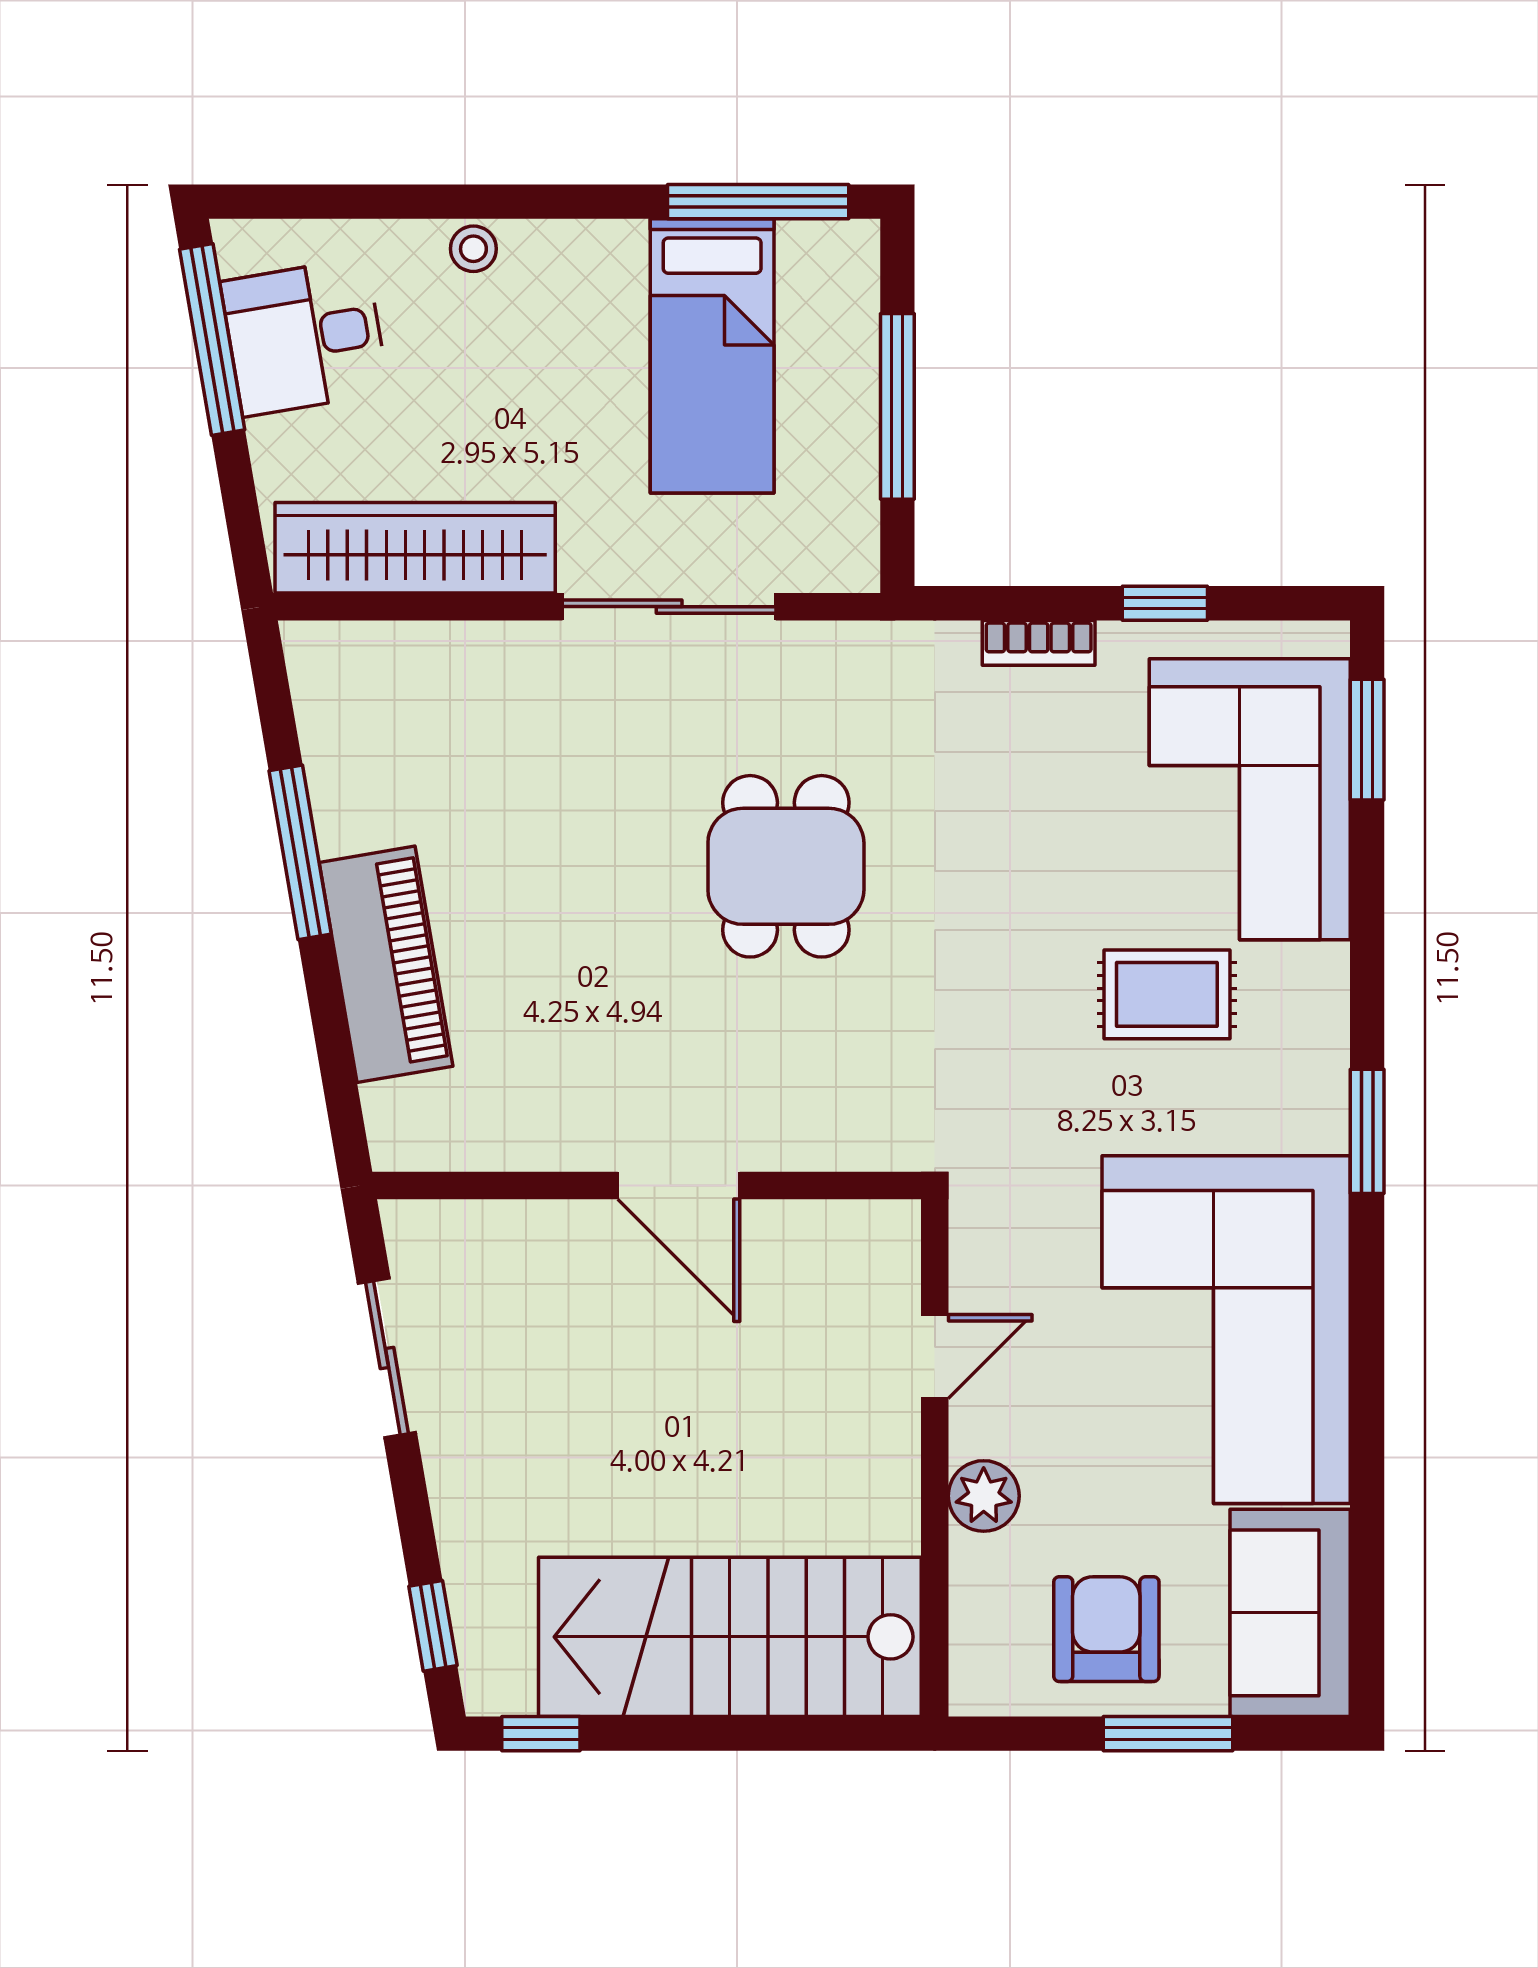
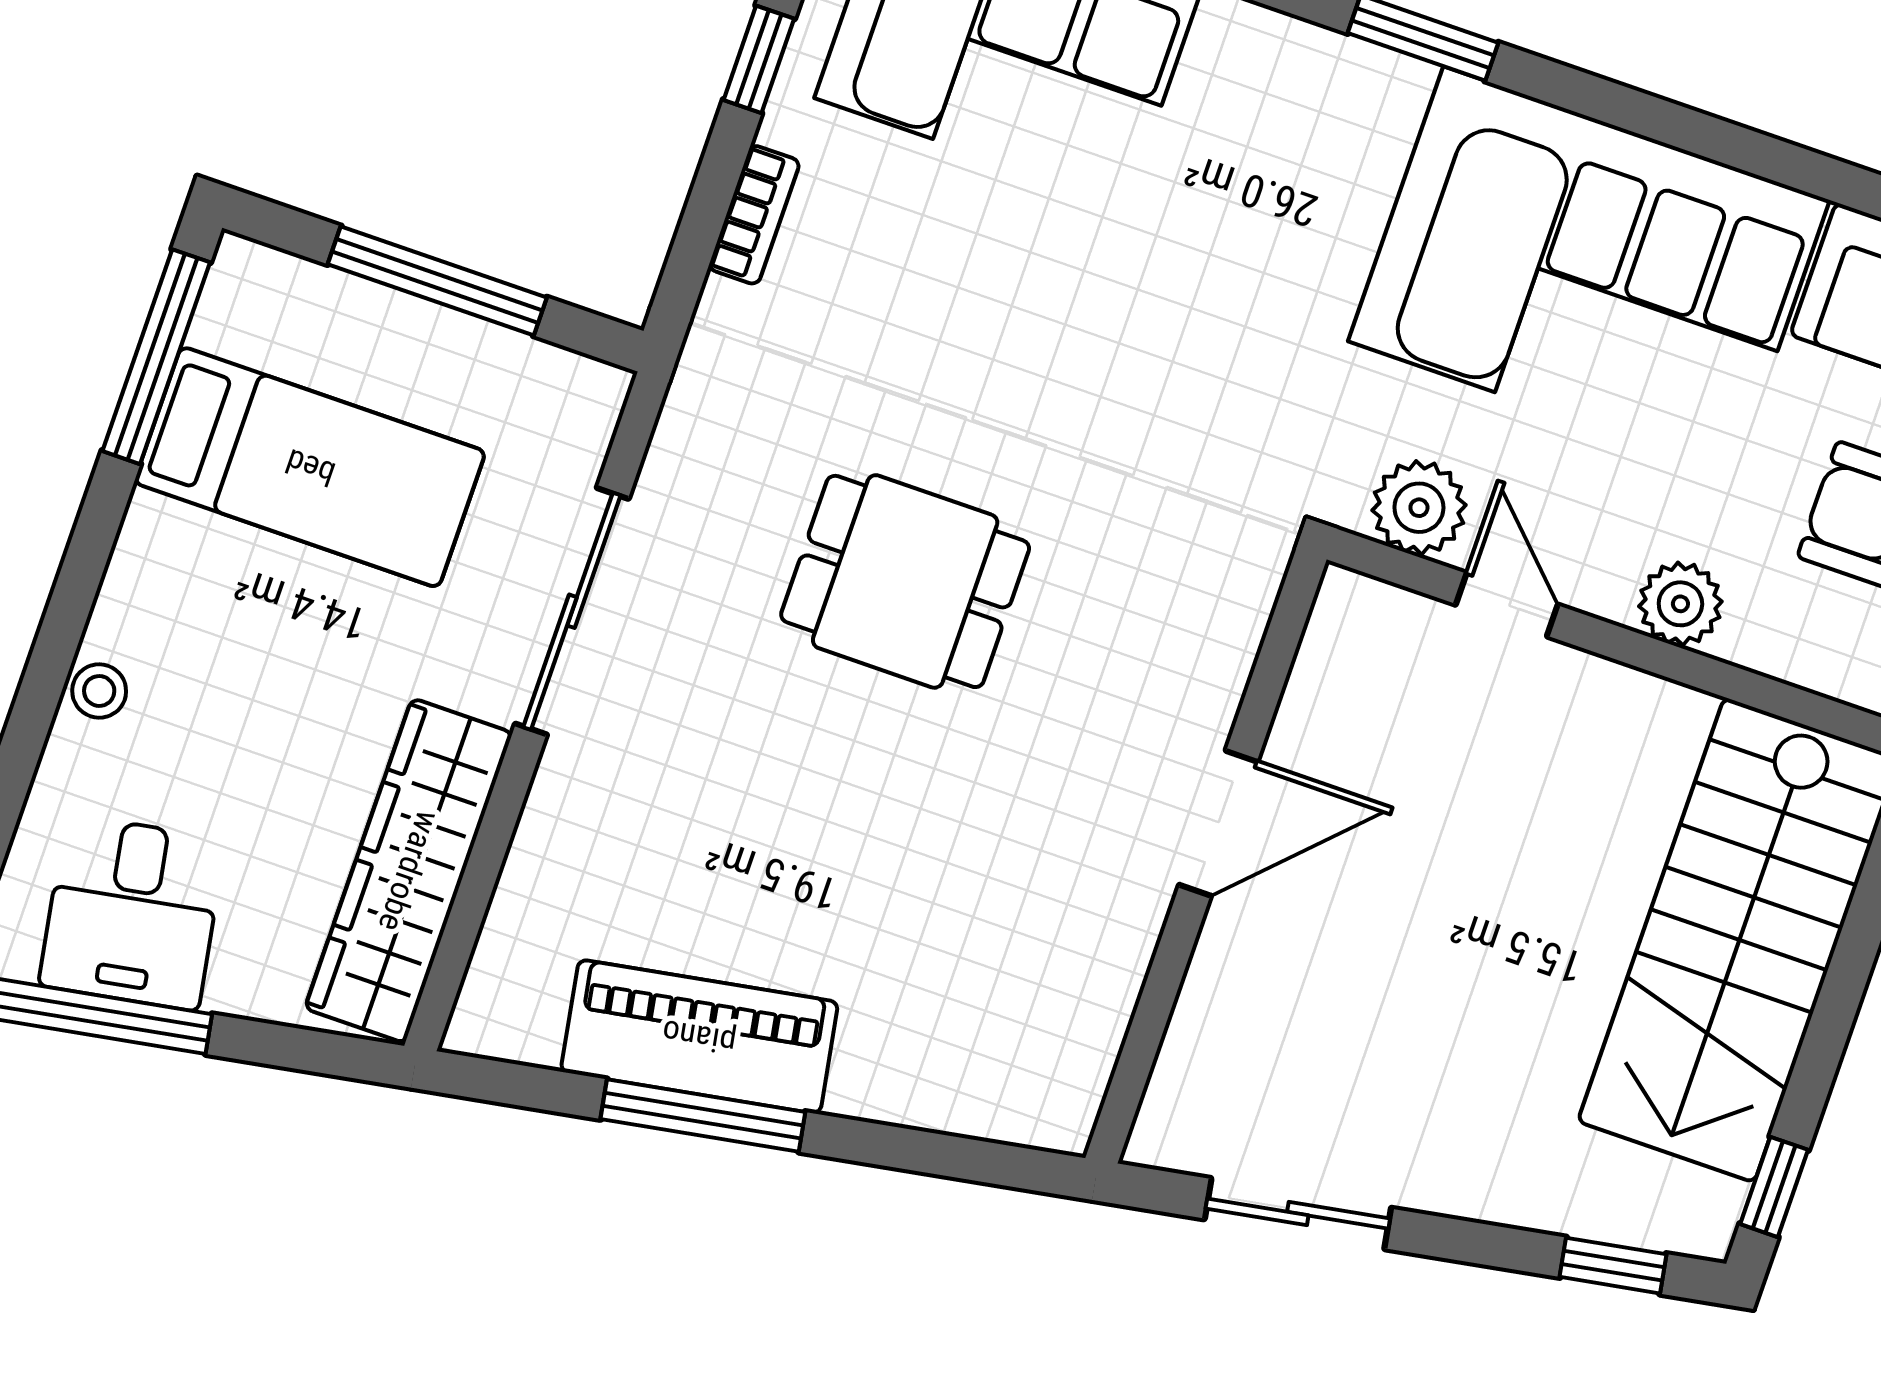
piano: (386, 964) -> (699, 1037), moved
rug: (1167, 994) -> (1194, 208), removed
plant: (988, 1259) -> (1419, 508), added

